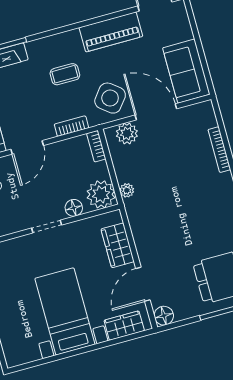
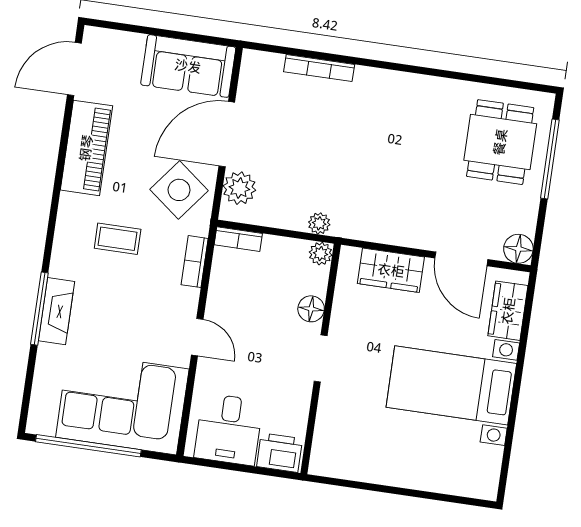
coffee table: (65, 74) -> (118, 239), turned 90
door: (27, 147) -> (197, 337), width x0.73
plant: (101, 194) -> (321, 254), width x0.53, depth x0.53

